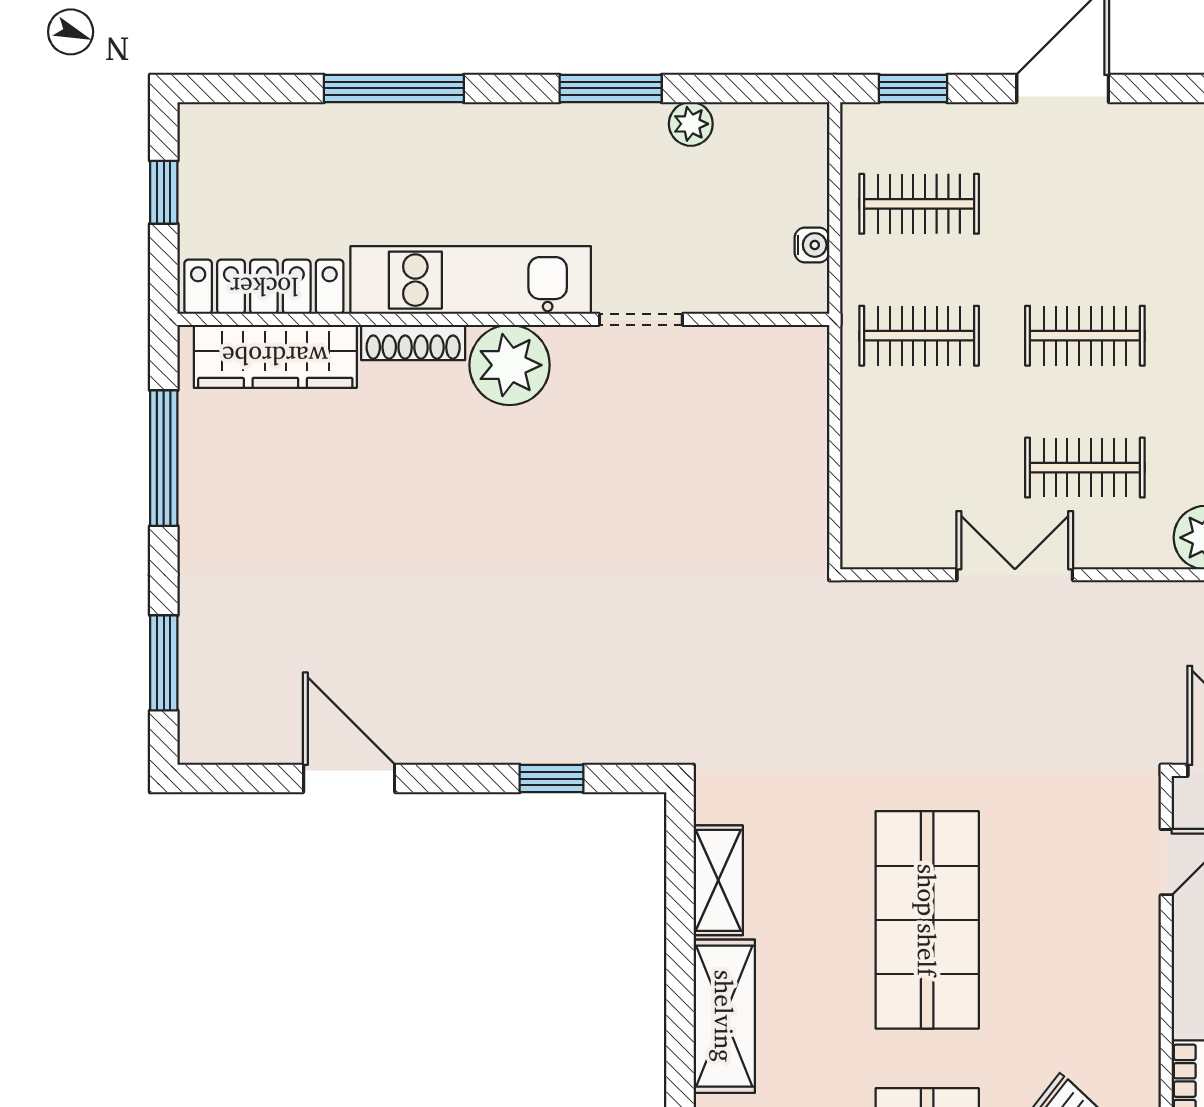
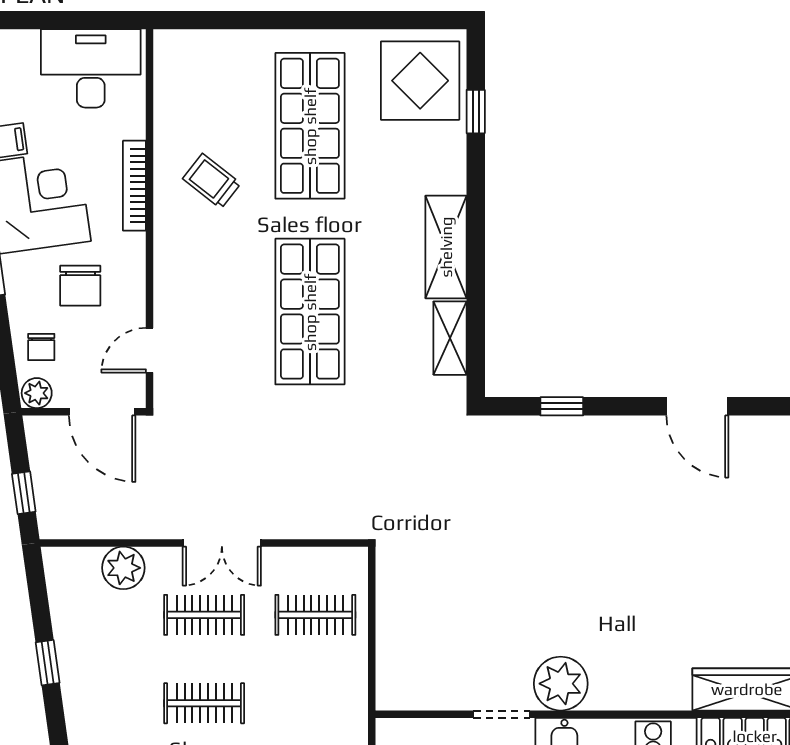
clothes rail: (919, 336) -> (315, 615), moved
shoe rack: (413, 343) -> (655, 699), removed
plant: (510, 365) -> (561, 684), moved
double door: (1015, 575) -> (222, 543), moved

